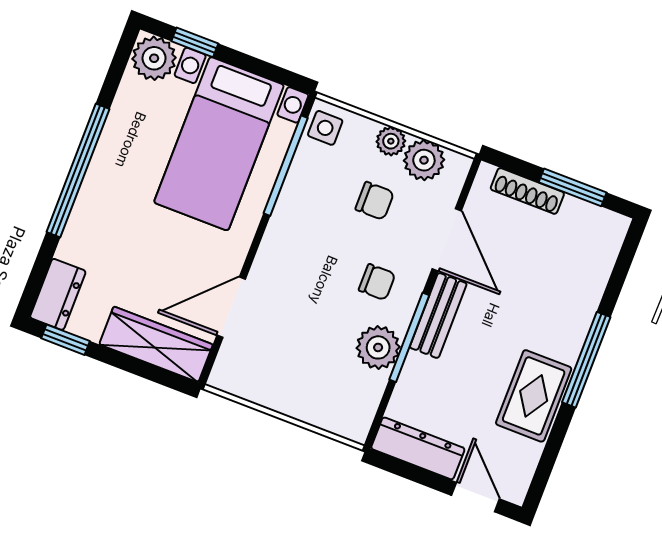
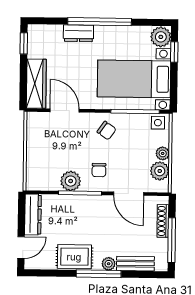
window: (573, 187) -> (172, 240), width x1.44
chair: (375, 201) -> (107, 131), moved, turned -55
door: (447, 240) -> (129, 194), hinge flipped
dresser: (58, 294) -> (78, 33), moved
bench: (438, 315) -> (135, 264), moved
plant: (573, 332) -> (109, 264), added

